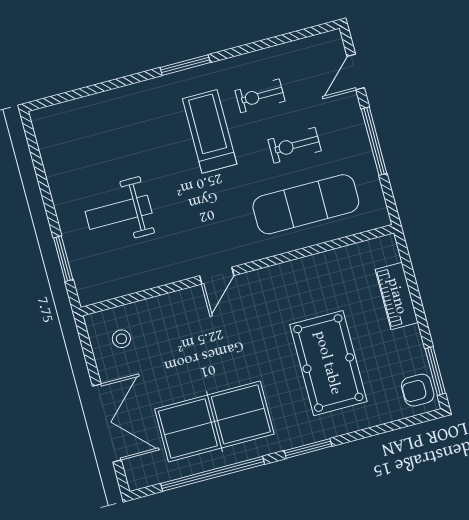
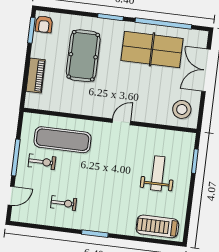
treadmill: (210, 131) -> (157, 226), moved, turned 90
exercise bike: (295, 145) -> (42, 162), moved
weight bench: (119, 212) -> (158, 173), turned -90
stool: (121, 339) -> (182, 109), width x1.89, depth x1.89
armchair: (418, 390) -> (44, 24), turned 90

